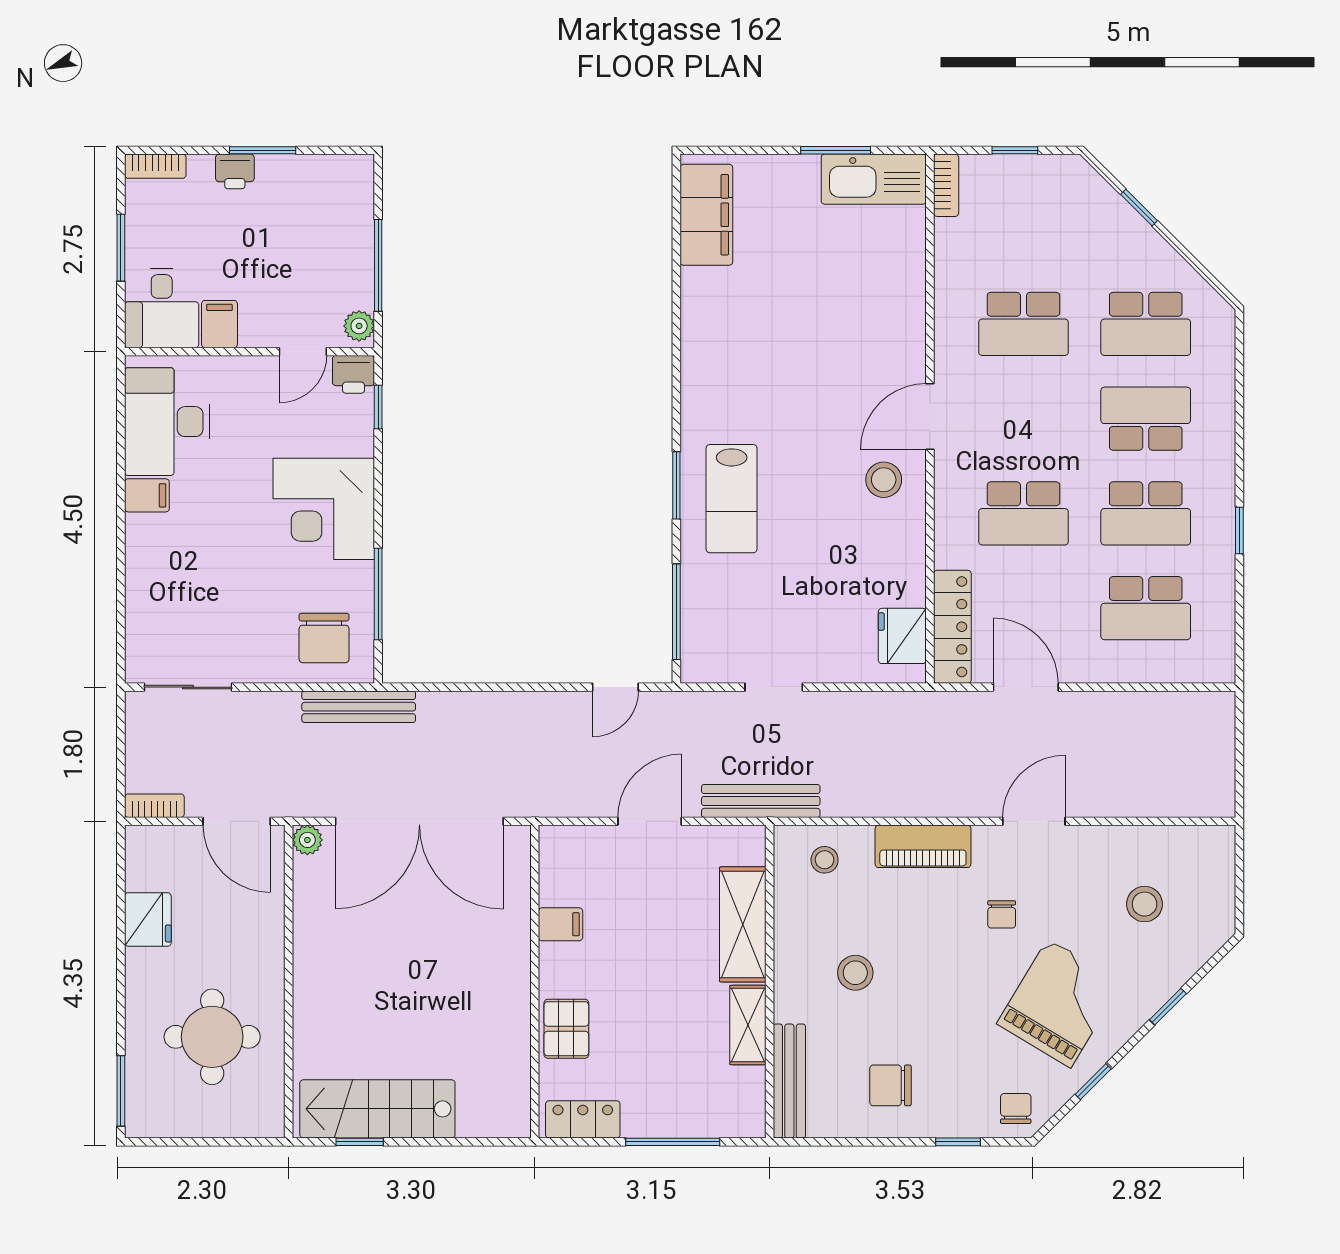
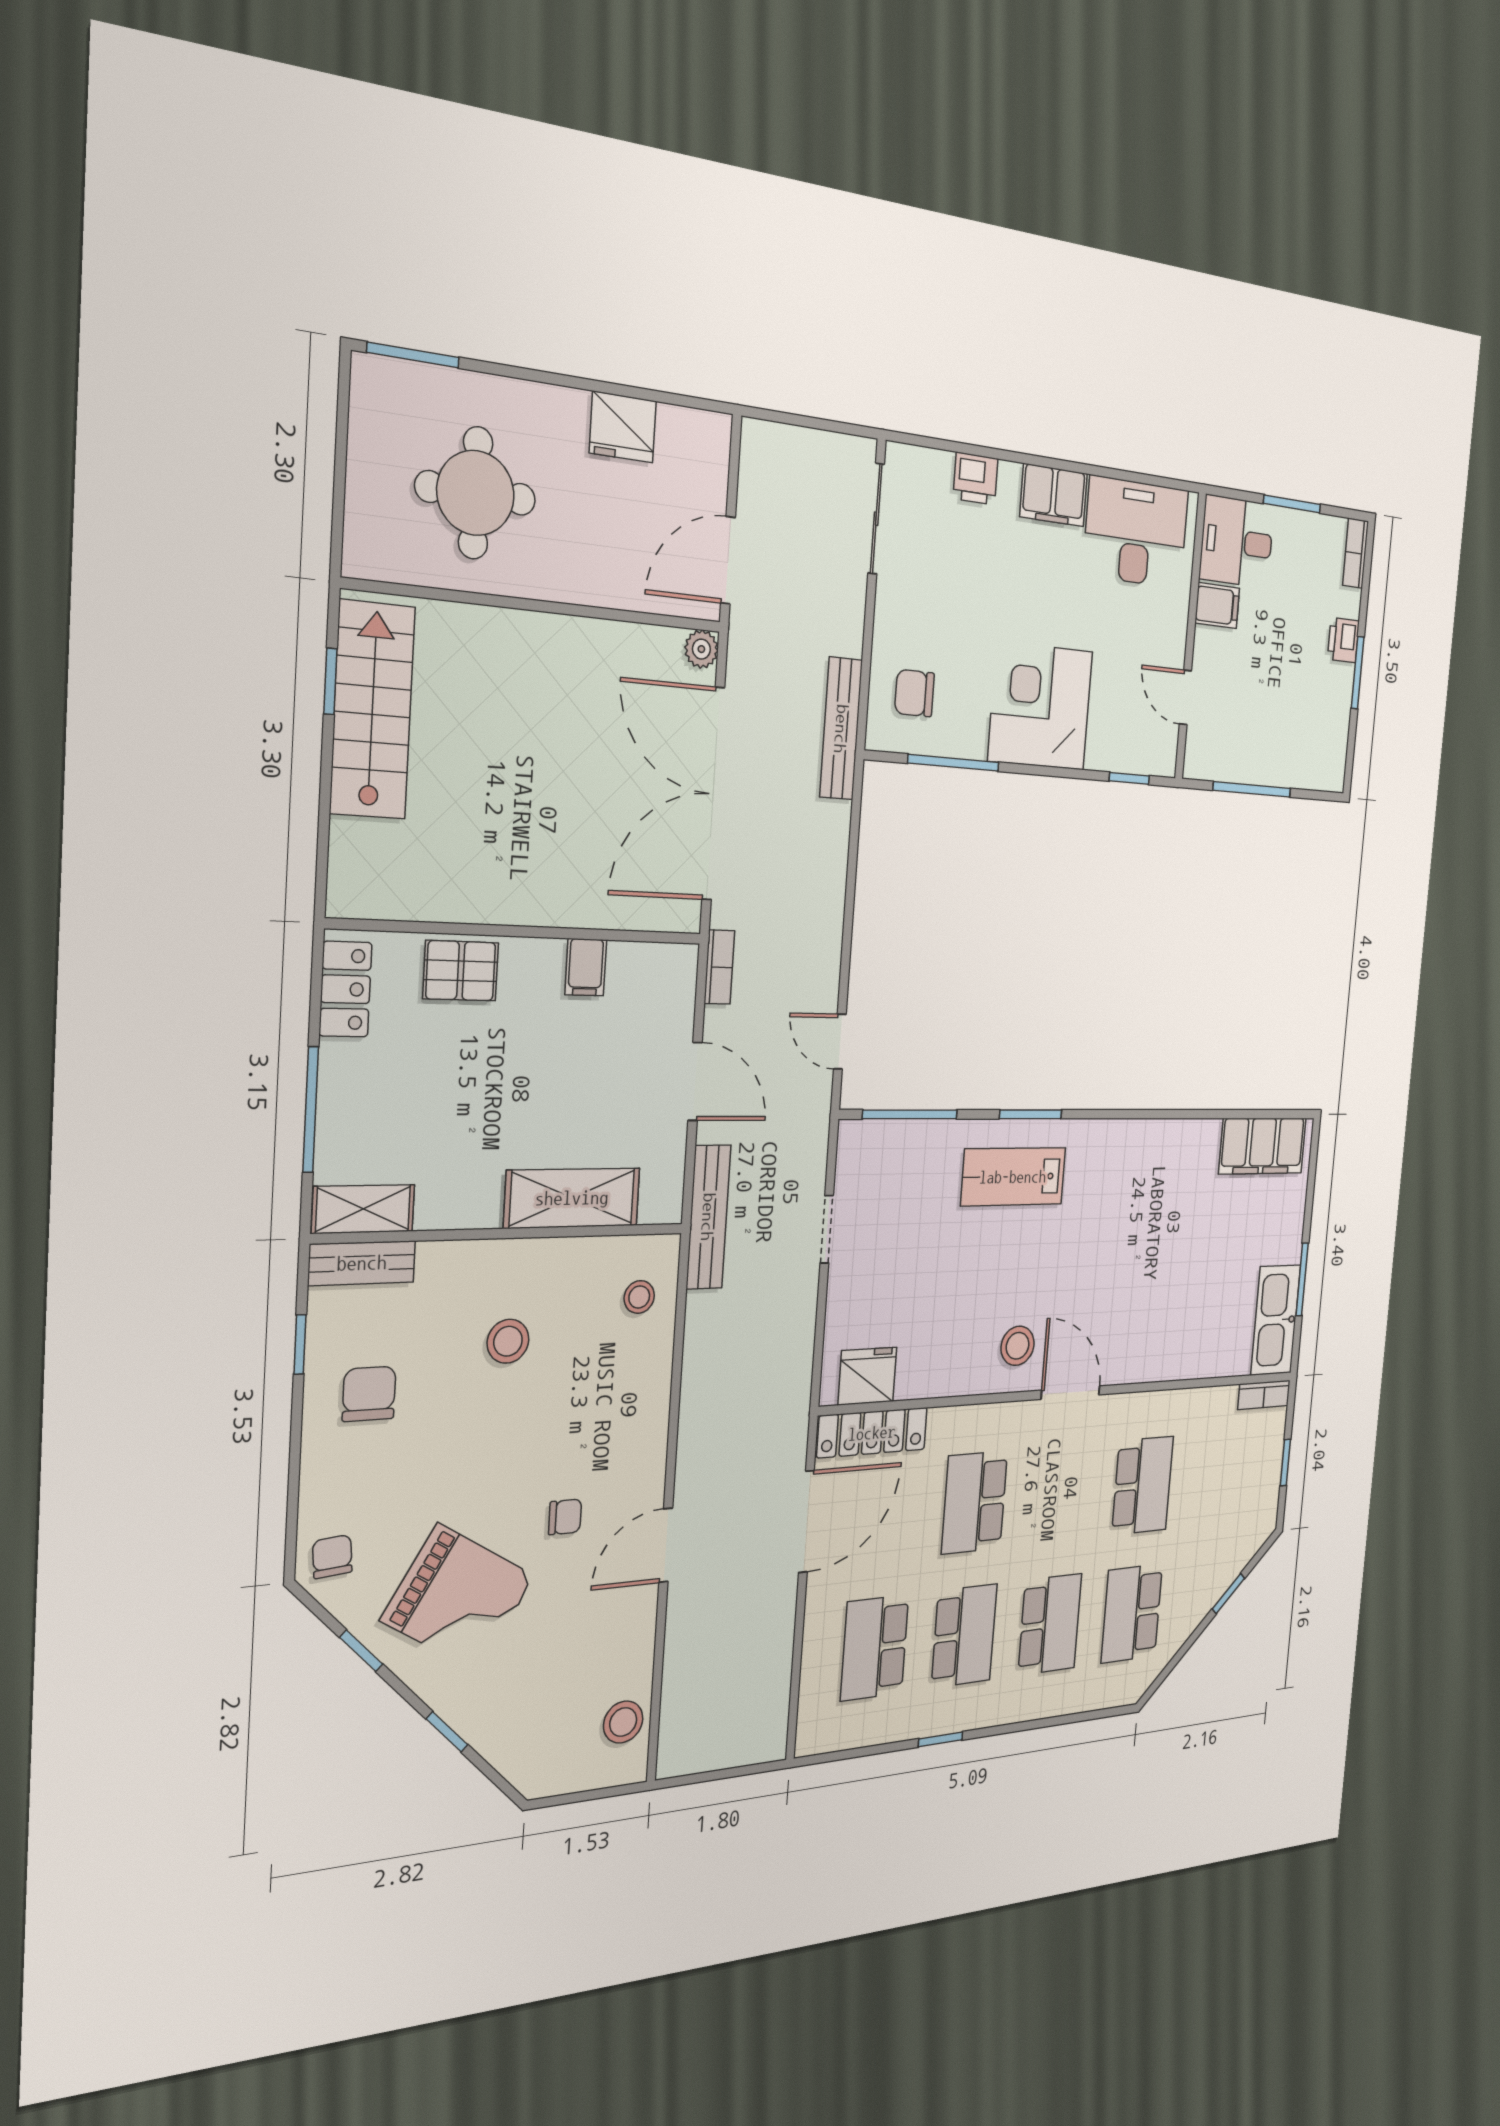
school desk: (1023, 324) -> (1143, 1486), turned 180
plant: (359, 326) -> (1202, 763), removed
printer: (353, 374) -> (975, 479), moved, turned -90
filing cabinet: (147, 495) -> (1054, 495), width x2.00
school desk: (1146, 513) -> (964, 1636), turned 180
chair: (324, 638) -> (914, 693), width x0.73, depth x0.73
door: (1026, 687) -> (806, 1522), width x1.36
bookcase: (154, 806) -> (719, 967), moved
door: (1034, 821) -> (666, 1545), swing flipped
piano: (923, 846) -> (647, 1415), removed
stool: (1145, 904) -> (623, 1722), moved
chair: (1002, 914) -> (565, 1517), turned 180
shelving: (748, 1025) -> (363, 1209), moved
bench: (789, 1081) -> (362, 1263), width x0.73
chair: (1016, 1109) -> (332, 1557), turned -95
window: (958, 1142) -> (300, 1344), moved

